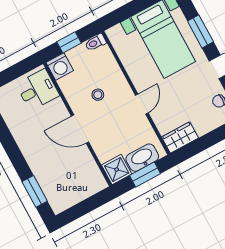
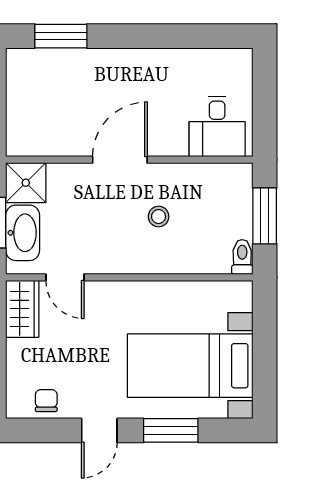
window: (69, 42) -> (265, 216), width x1.50
washing machine: (60, 67) -> (235, 181), removed
door: (142, 104) -> (65, 277), moved

